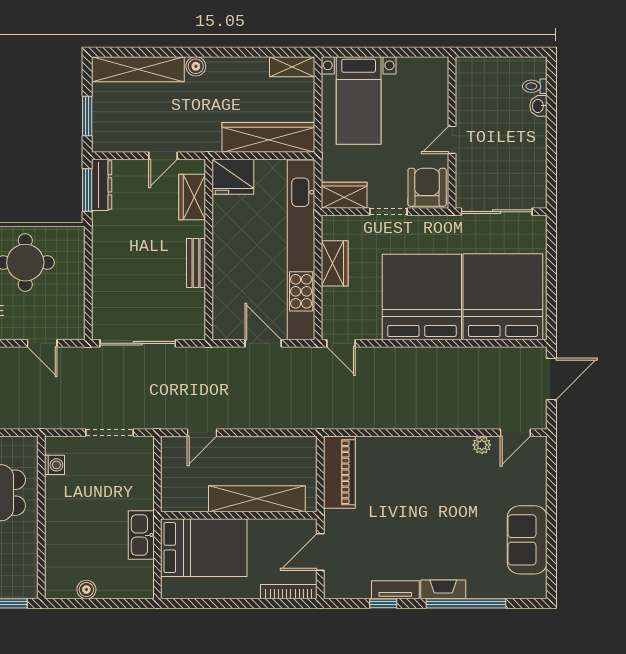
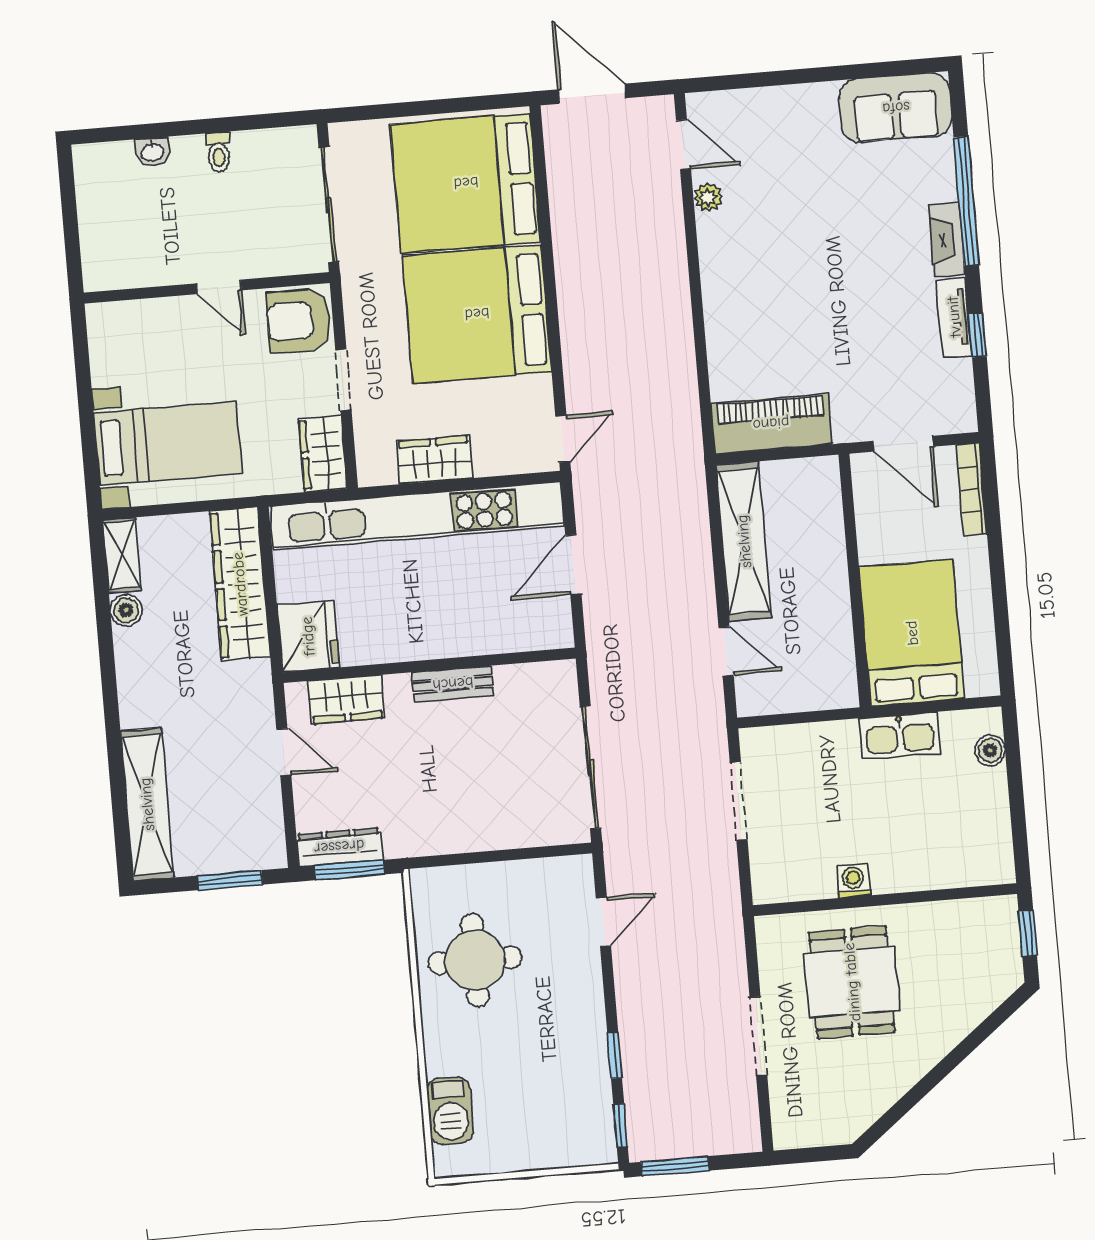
boiler: (196, 66) -> (126, 610), moved
toilet: (535, 86) -> (219, 152), moved
washing machine: (54, 465) -> (853, 881), moved
shelving: (257, 499) -> (744, 541), moved
sofa: (527, 540) -> (896, 108), moved
boiler: (86, 590) -> (990, 750), moved

